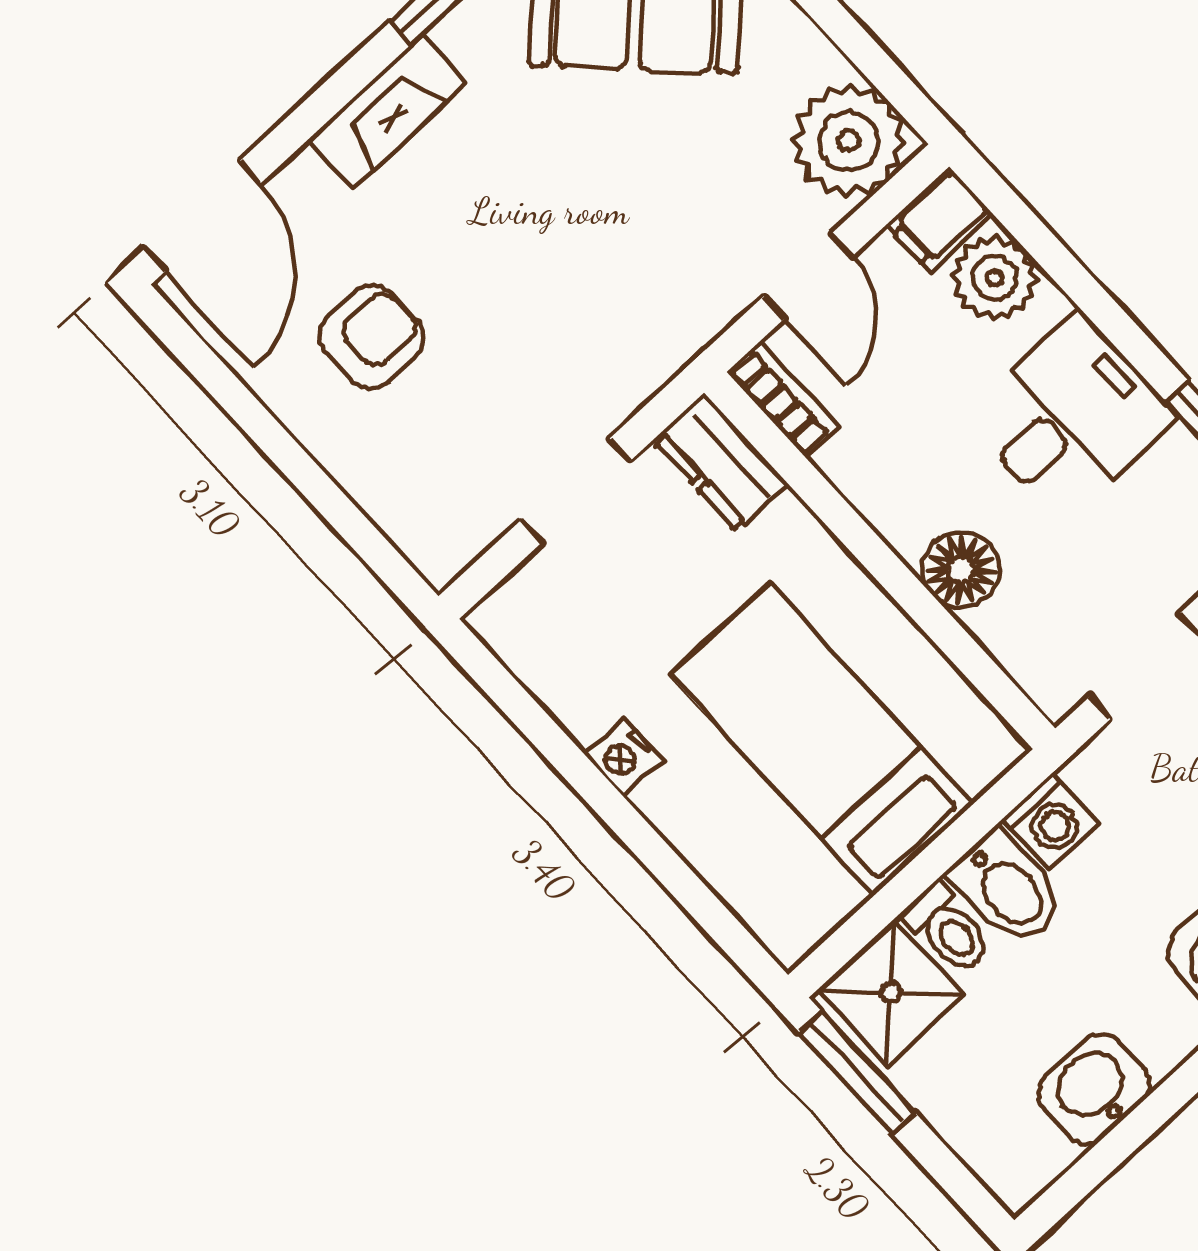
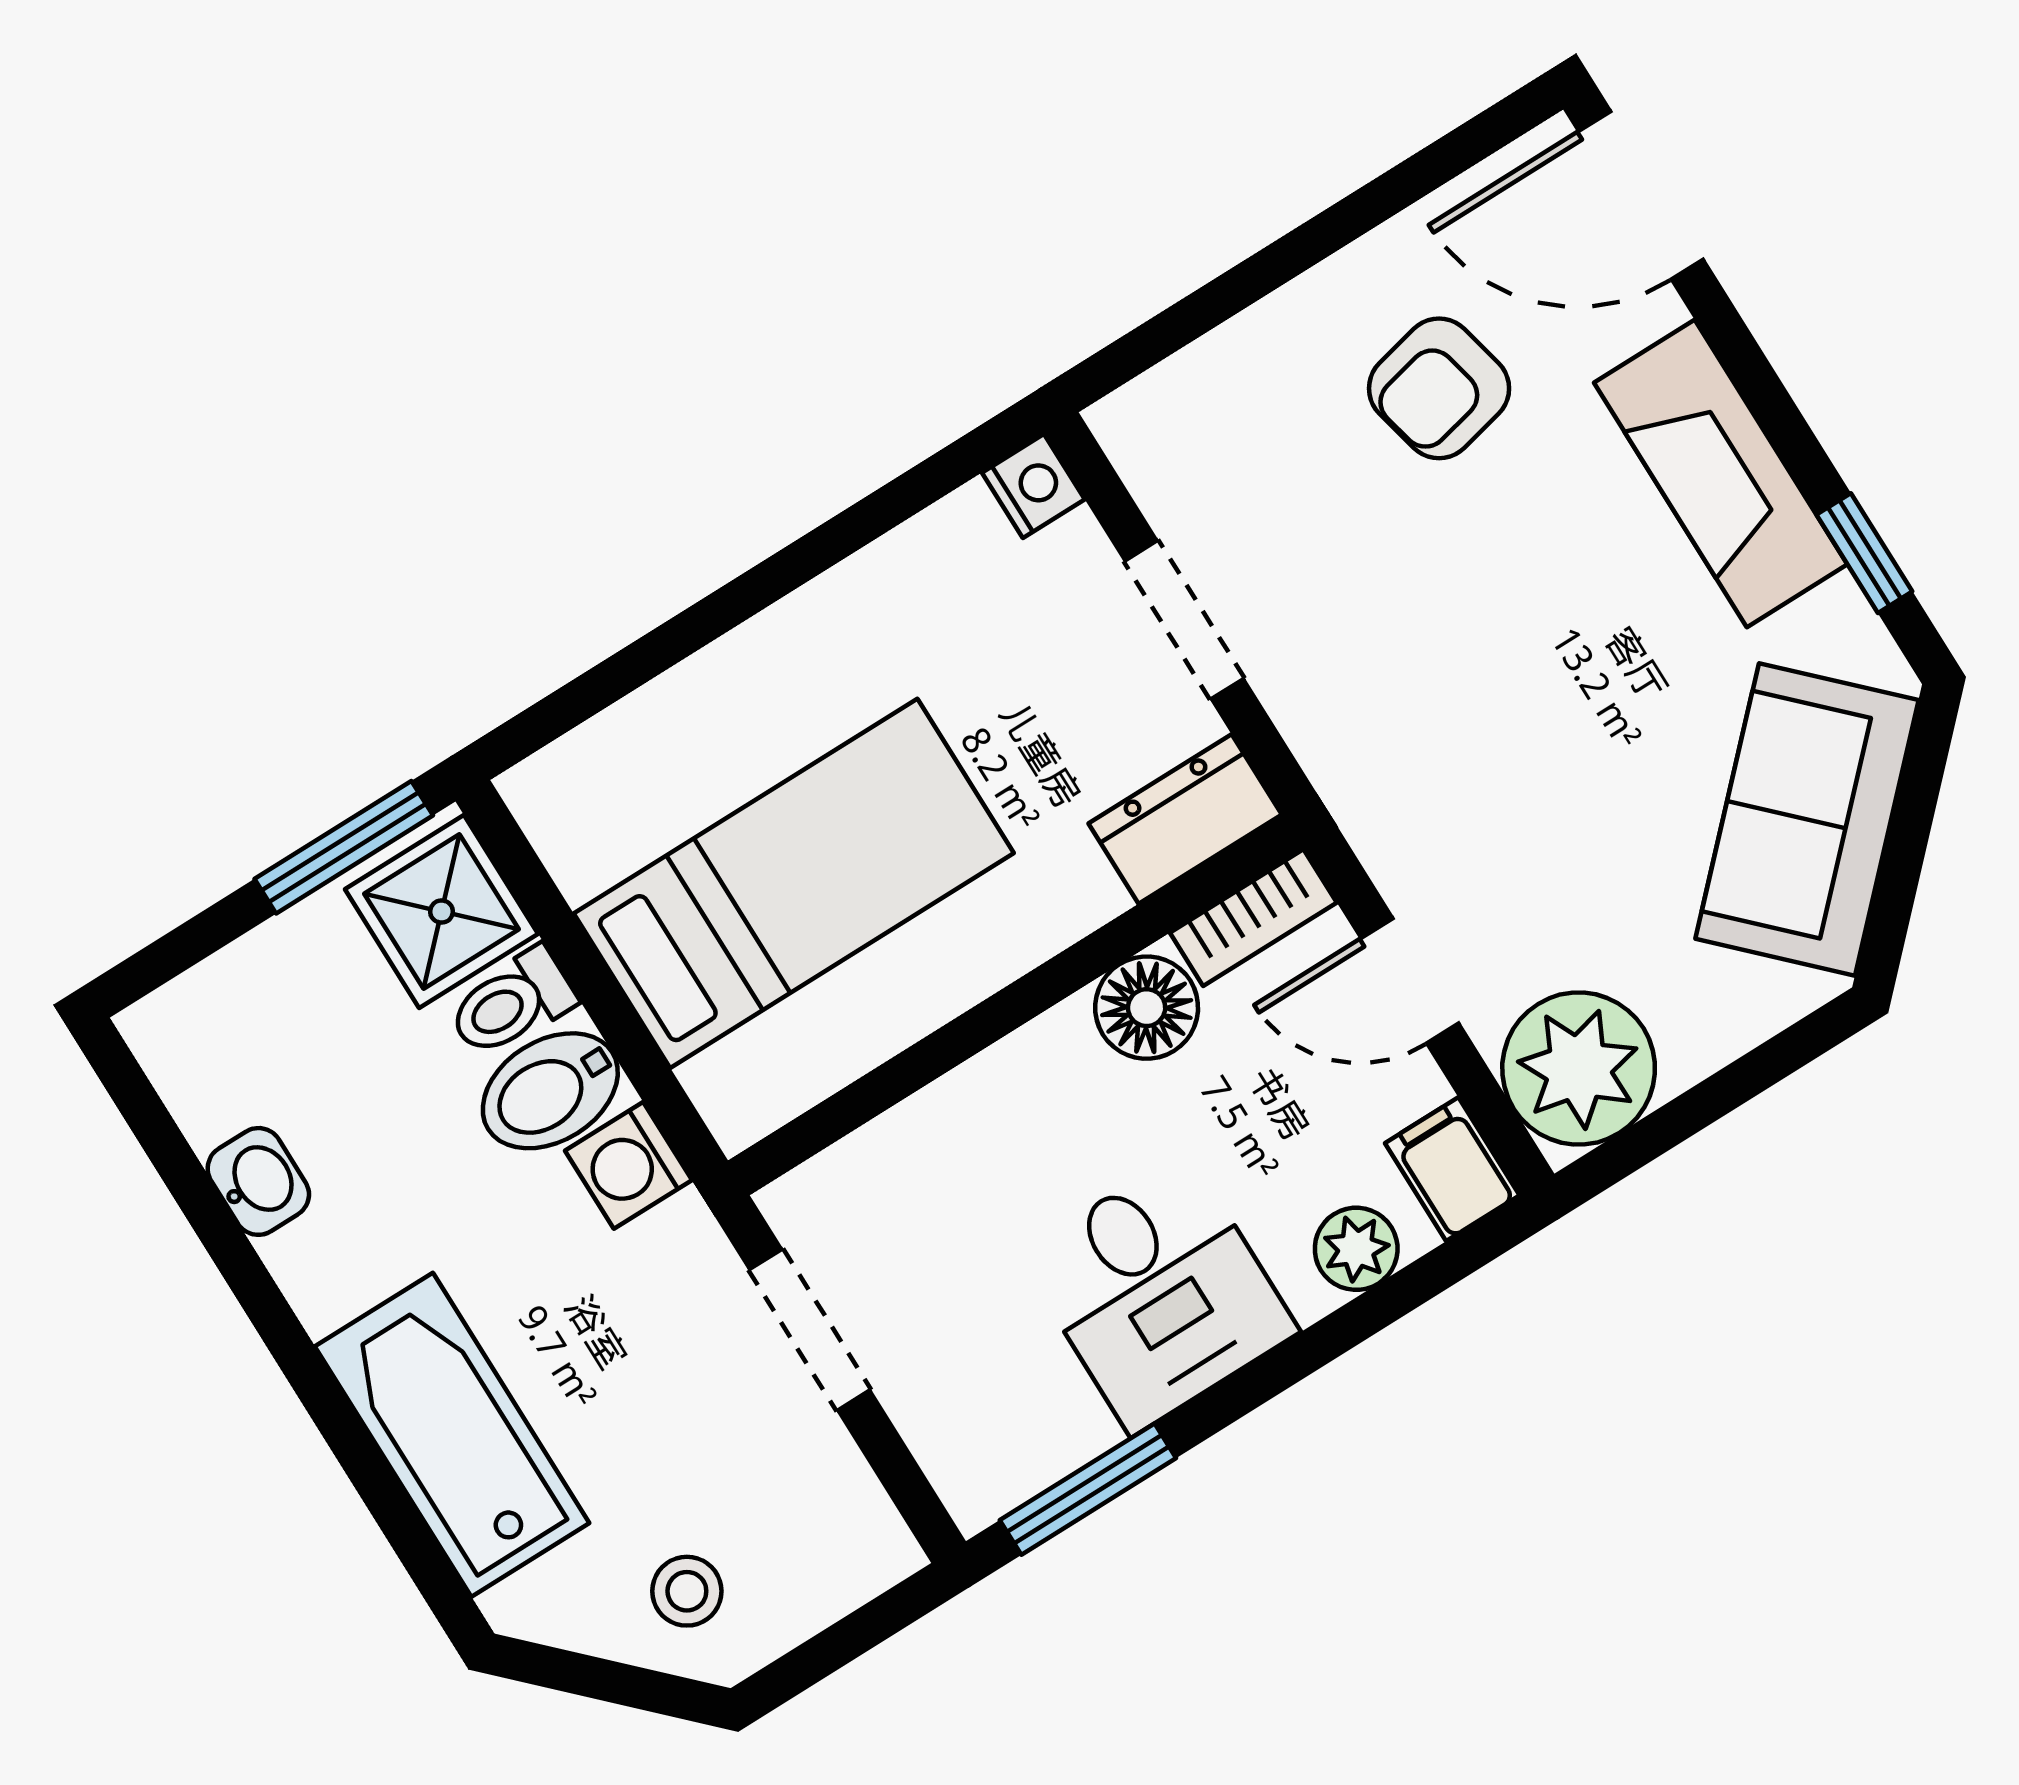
fireplace: (388, 111) -> (1721, 474), width x1.37, depth x1.32
plant: (995, 278) -> (1356, 1249), width x0.73, depth x0.73
armchair: (371, 337) -> (1439, 388), turned 77
floor lamp: (961, 570) -> (1147, 1008), moved
nightstand: (623, 757) -> (1033, 486), moved, turned 90
washbasin: (1094, 1089) -> (258, 1181), width x0.72, depth x0.69

